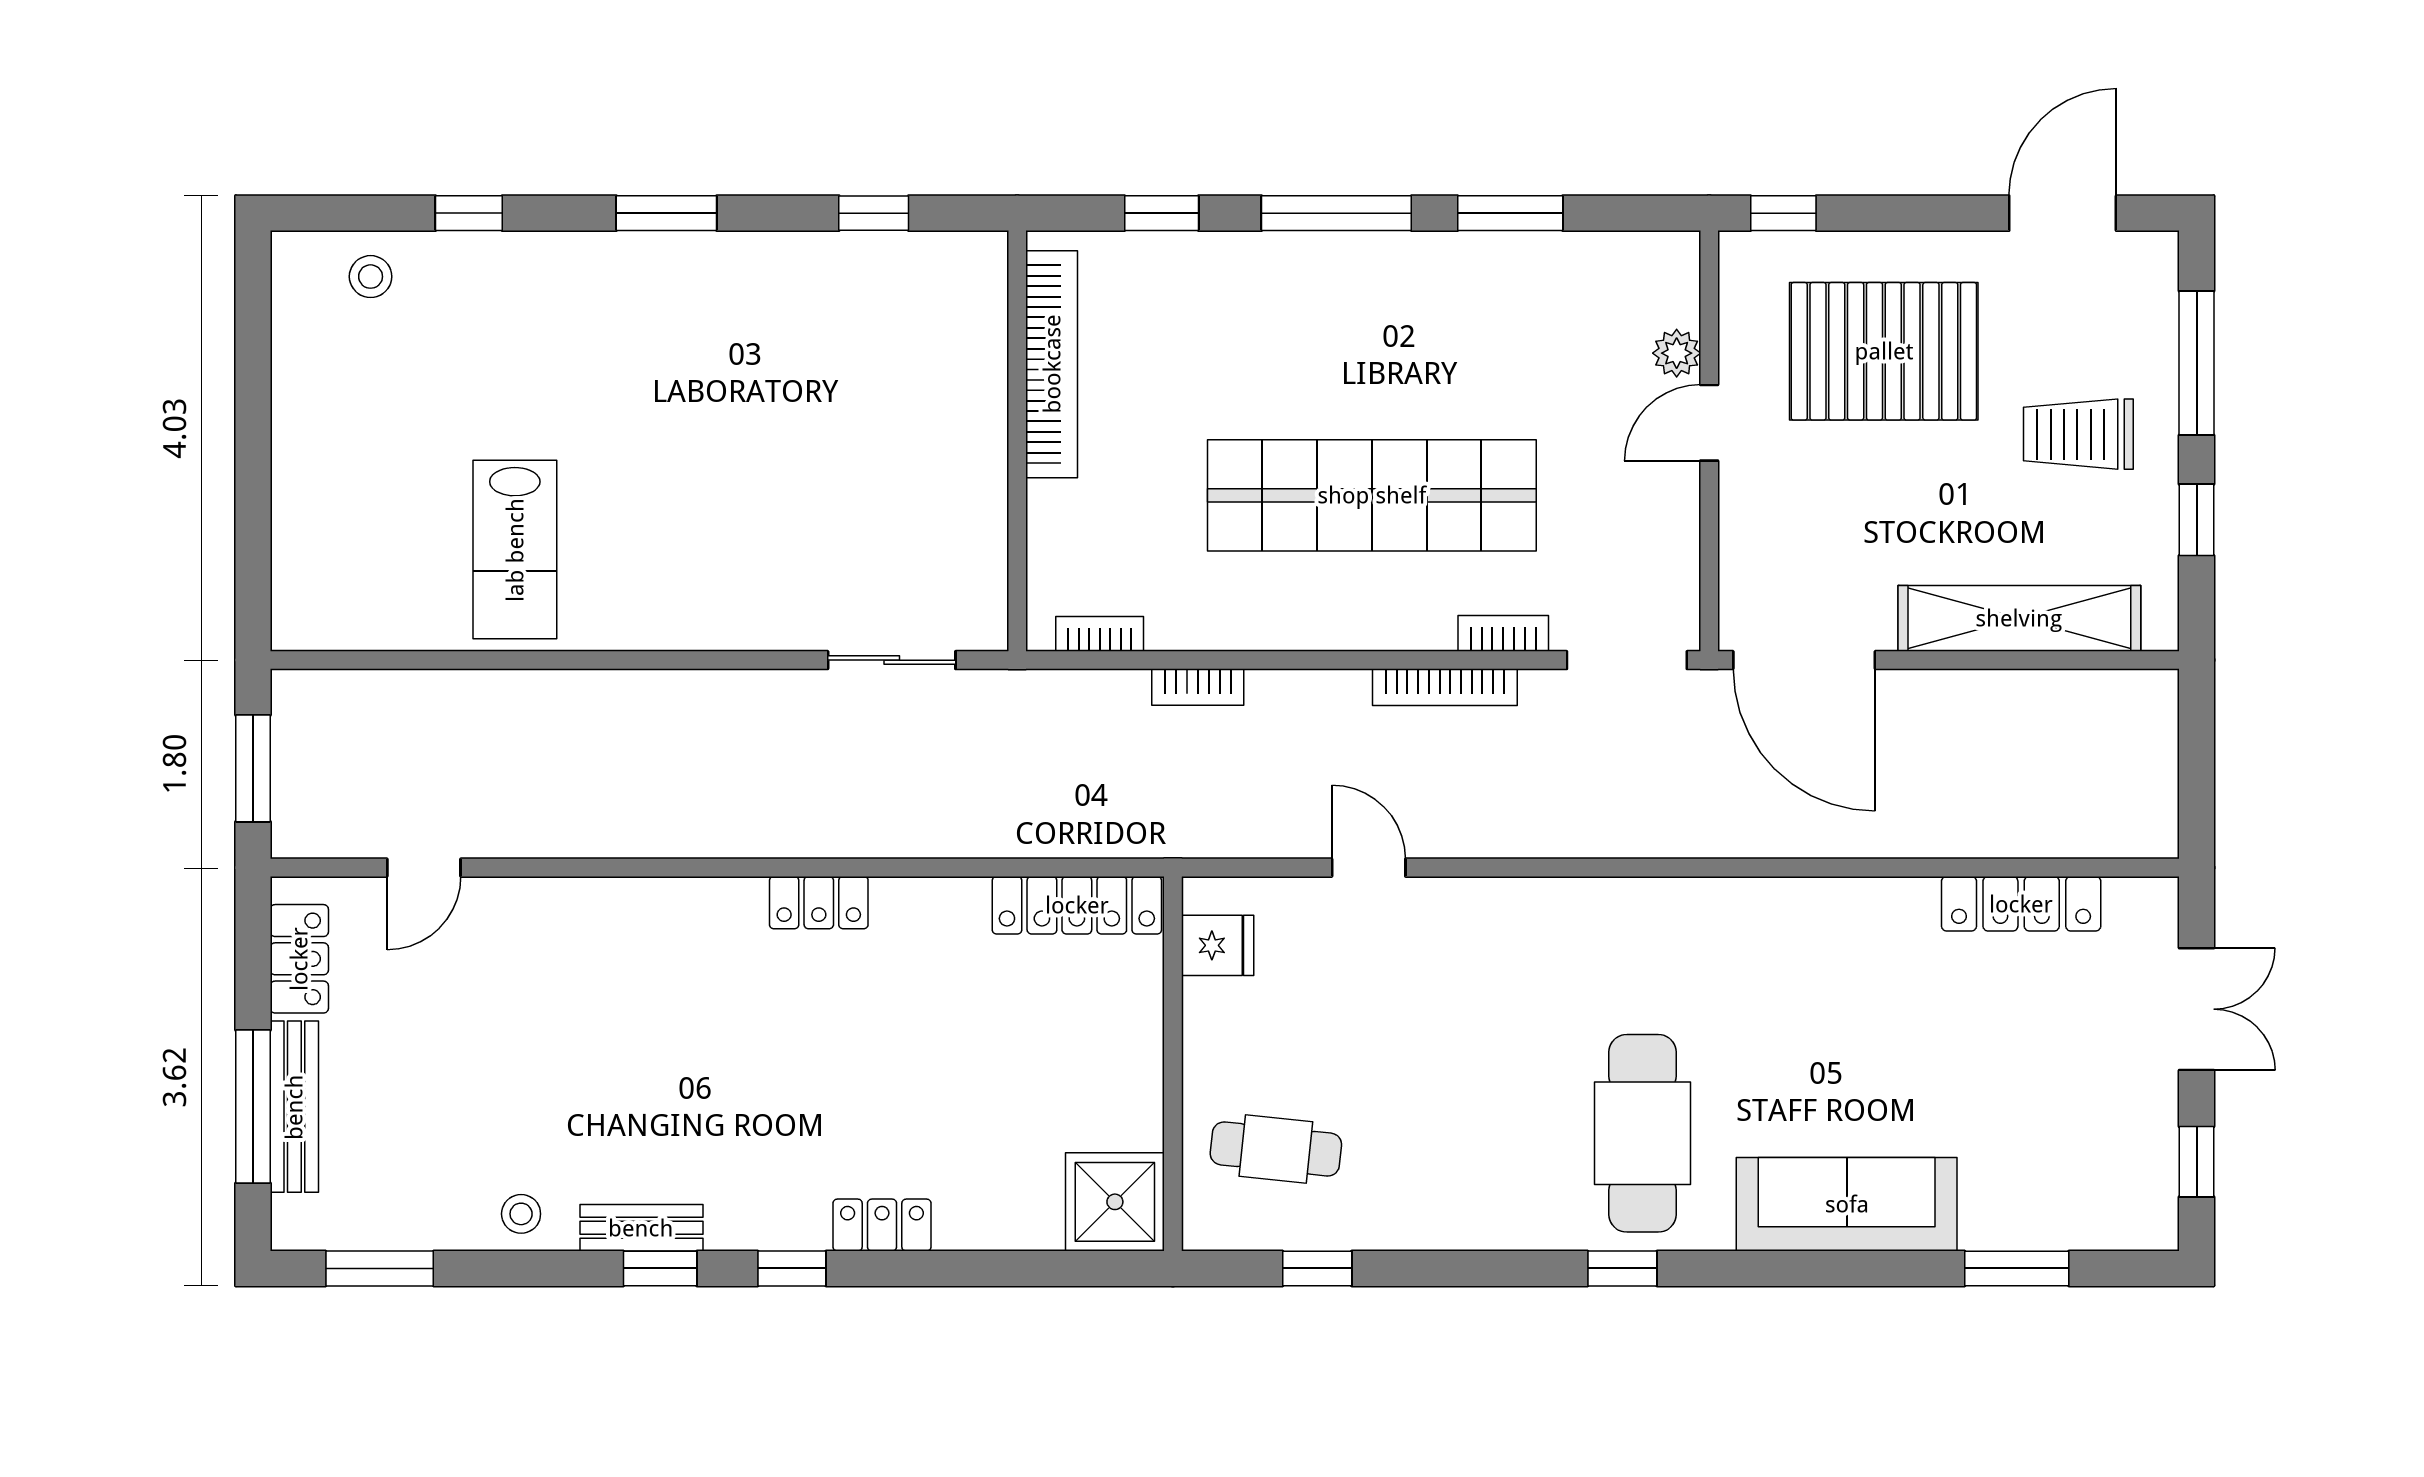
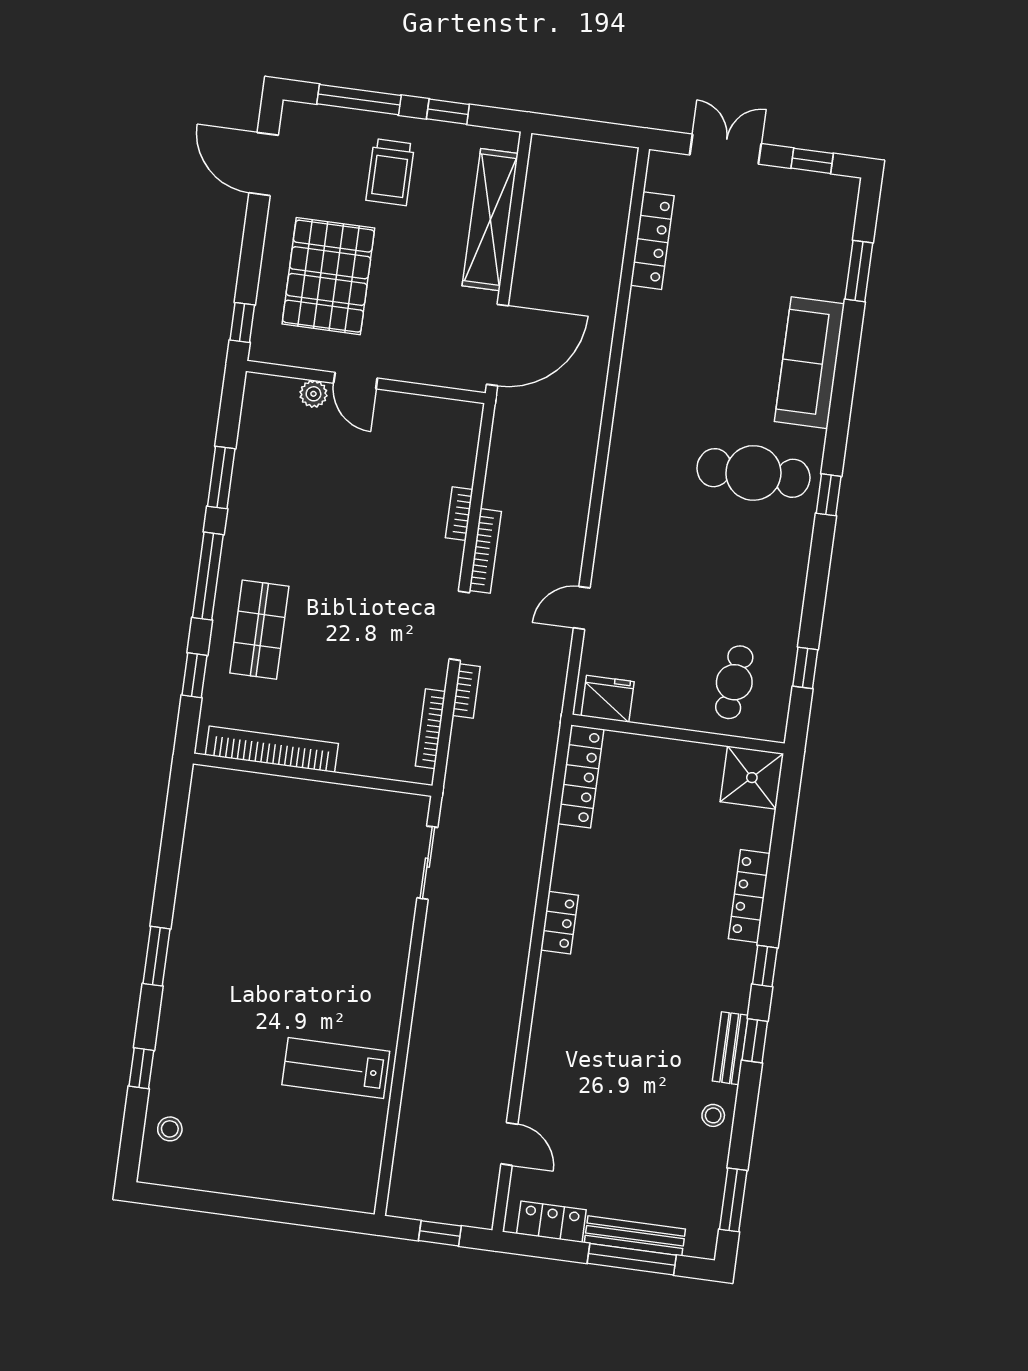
window: (874, 213) -> (172, 839), removed
shop shelf: (1372, 495) -> (259, 630), moved, width x0.50, depth x0.74
lab bench: (515, 550) -> (336, 1068), turned 180
bookcase: (1100, 634) -> (430, 729), width x1.56
doorway: (1627, 660) -> (459, 626), moved
window: (253, 768) -> (440, 1233), width x0.67
fridge: (1218, 945) -> (608, 699), width x1.38
locker: (882, 1225) -> (749, 896), width x1.53

